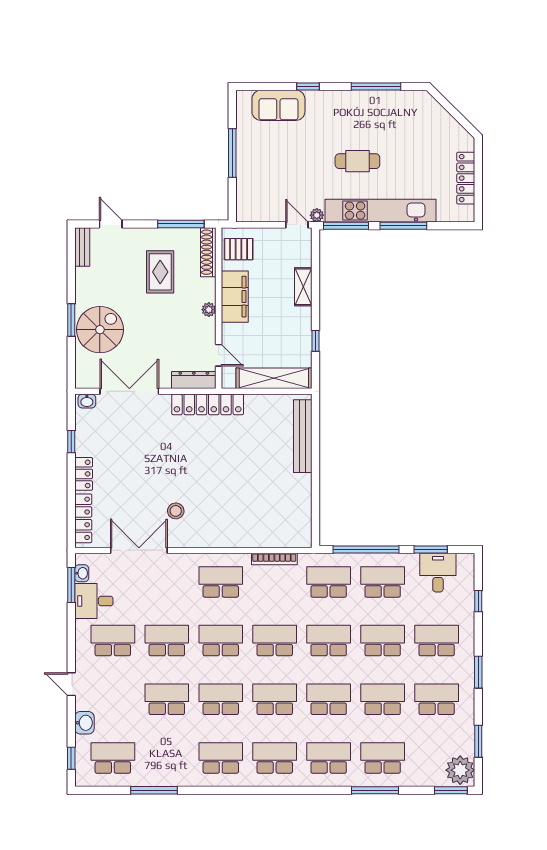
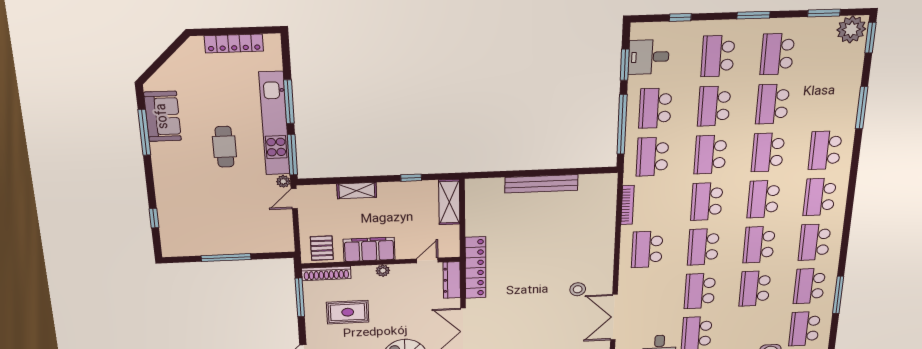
window: (308, 86) -> (154, 218), moved
sofa: (278, 105) -> (163, 116), moved
shelving: (274, 378) -> (449, 202), width x0.68
bench: (303, 436) -> (541, 184), moved
school desk: (383, 758) -> (809, 286), moved

